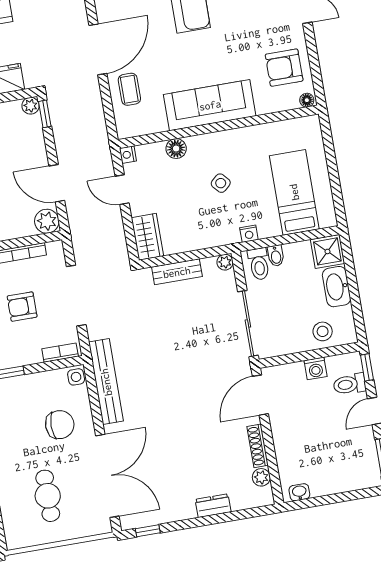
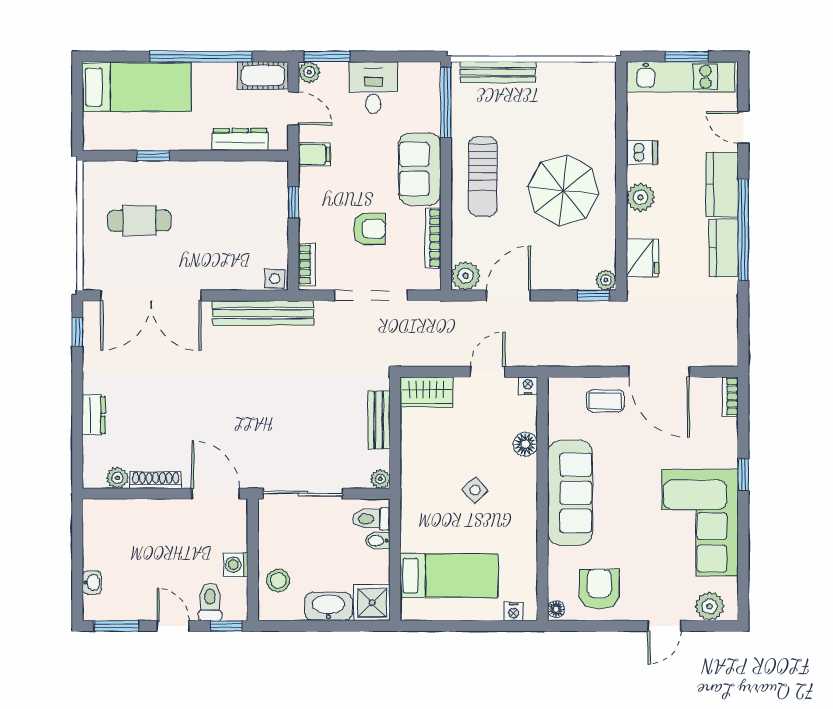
nightstand: (249, 234) -> (514, 612), moved, turned -90
armchair: (22, 307) -> (369, 229), turned 90
chair: (60, 425) -> (221, 249), removed
washbasin: (299, 492) -> (92, 583), moved

